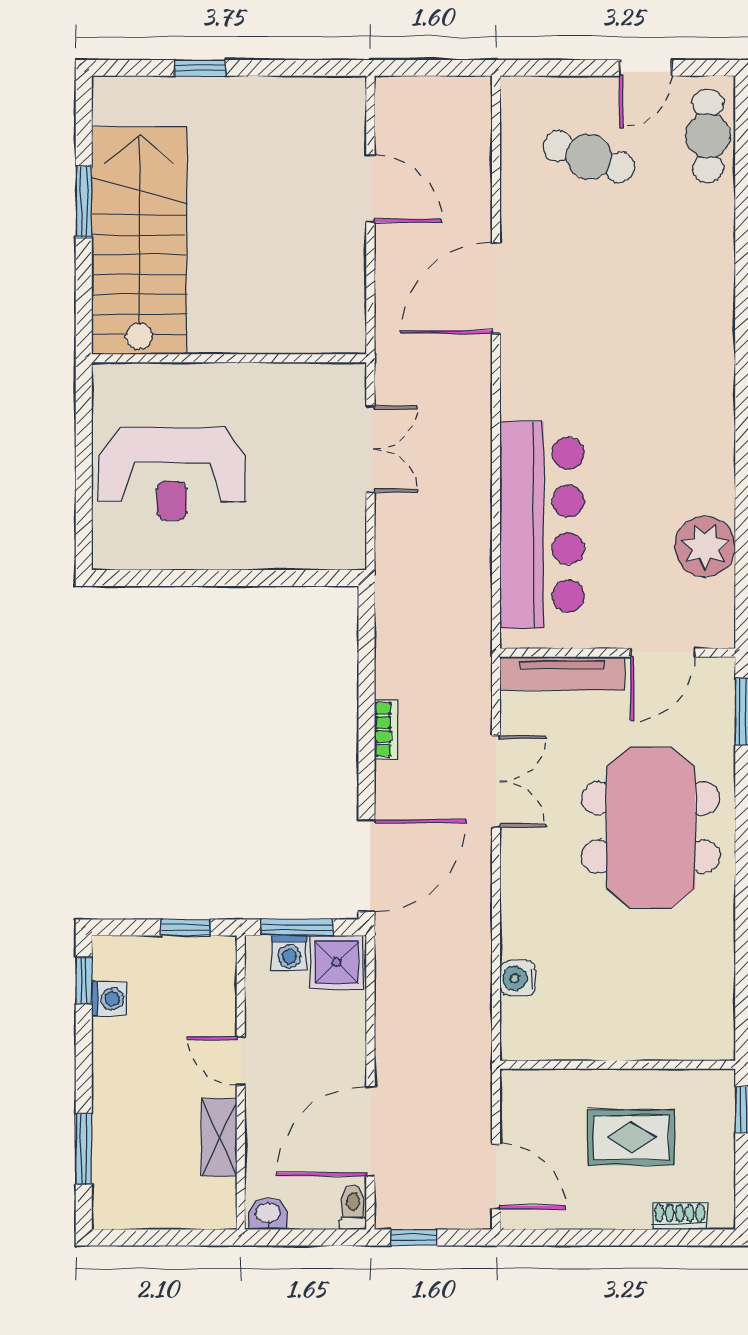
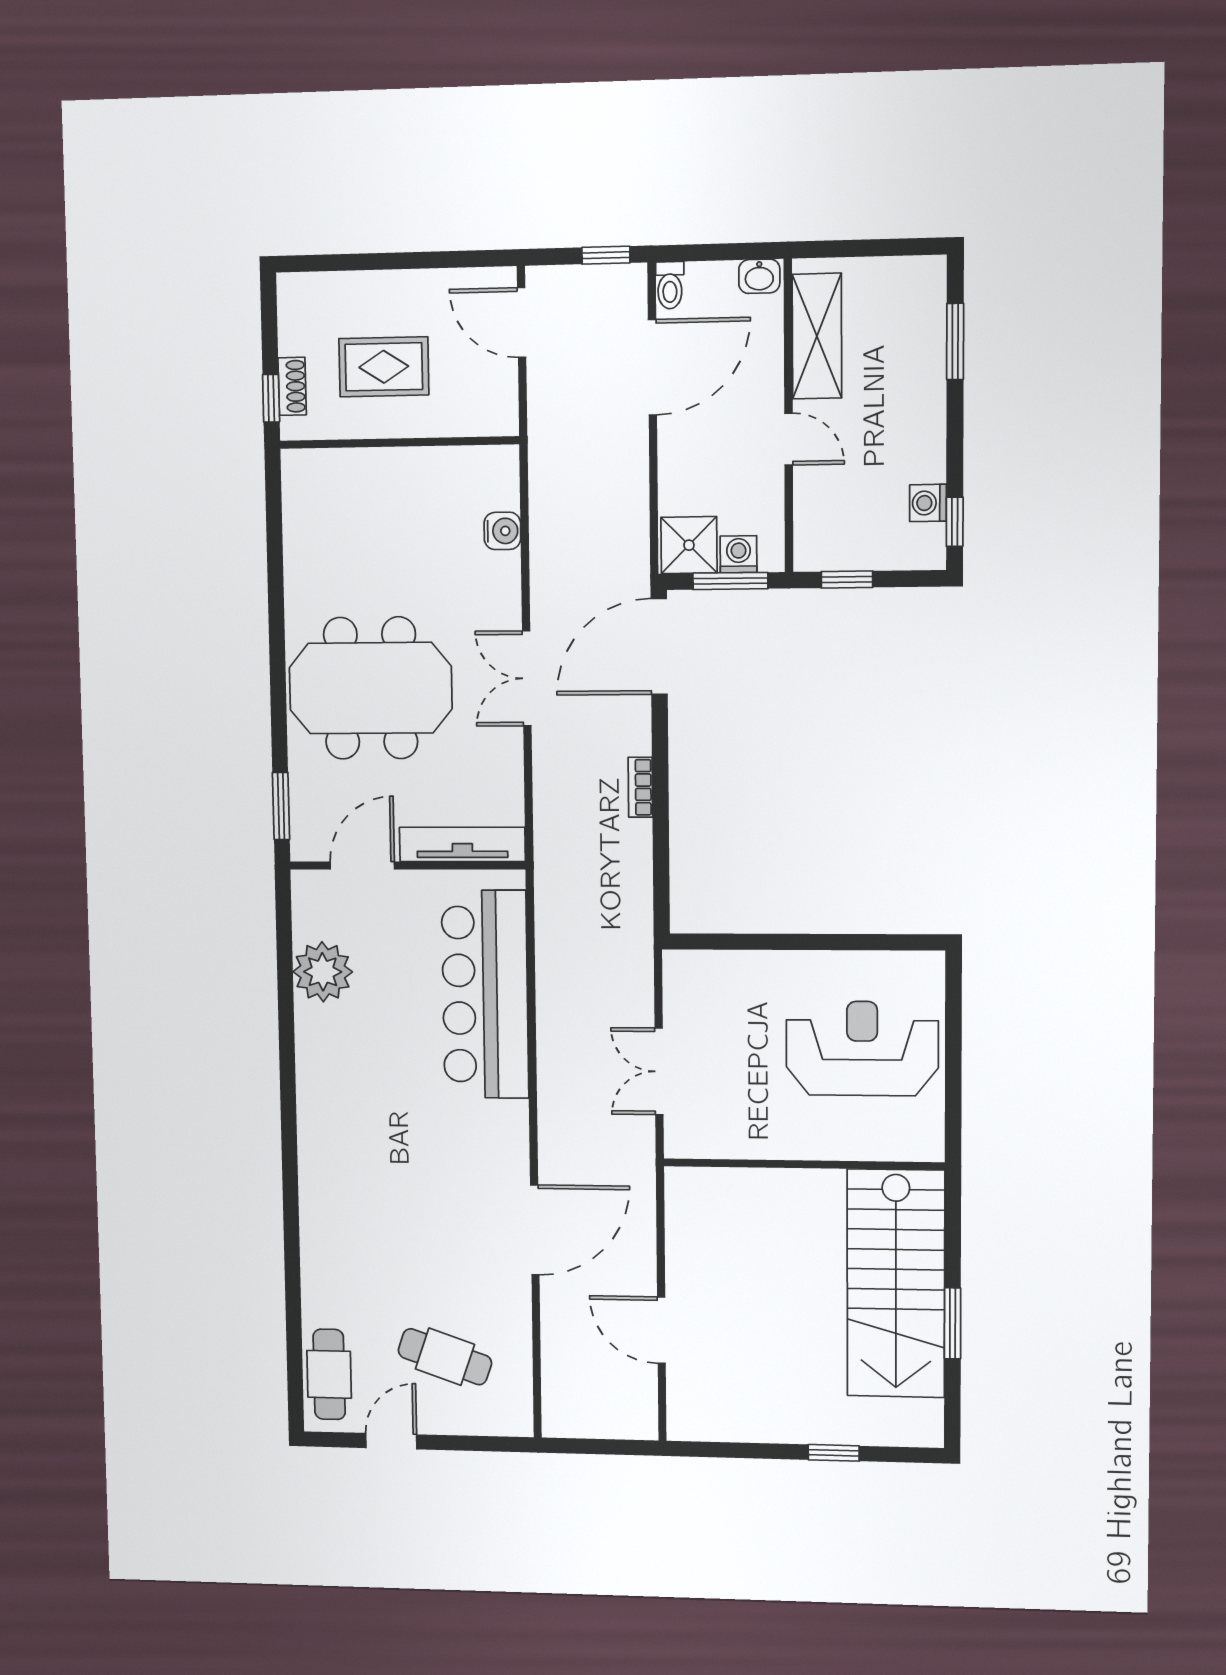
double door: (496, 781) -> (527, 678), moved
meeting table: (651, 827) -> (371, 688), turned 90
shelving: (219, 1137) -> (817, 336), width x1.50, depth x1.33
shoe rack: (680, 1216) -> (292, 386), moved, turned -90

